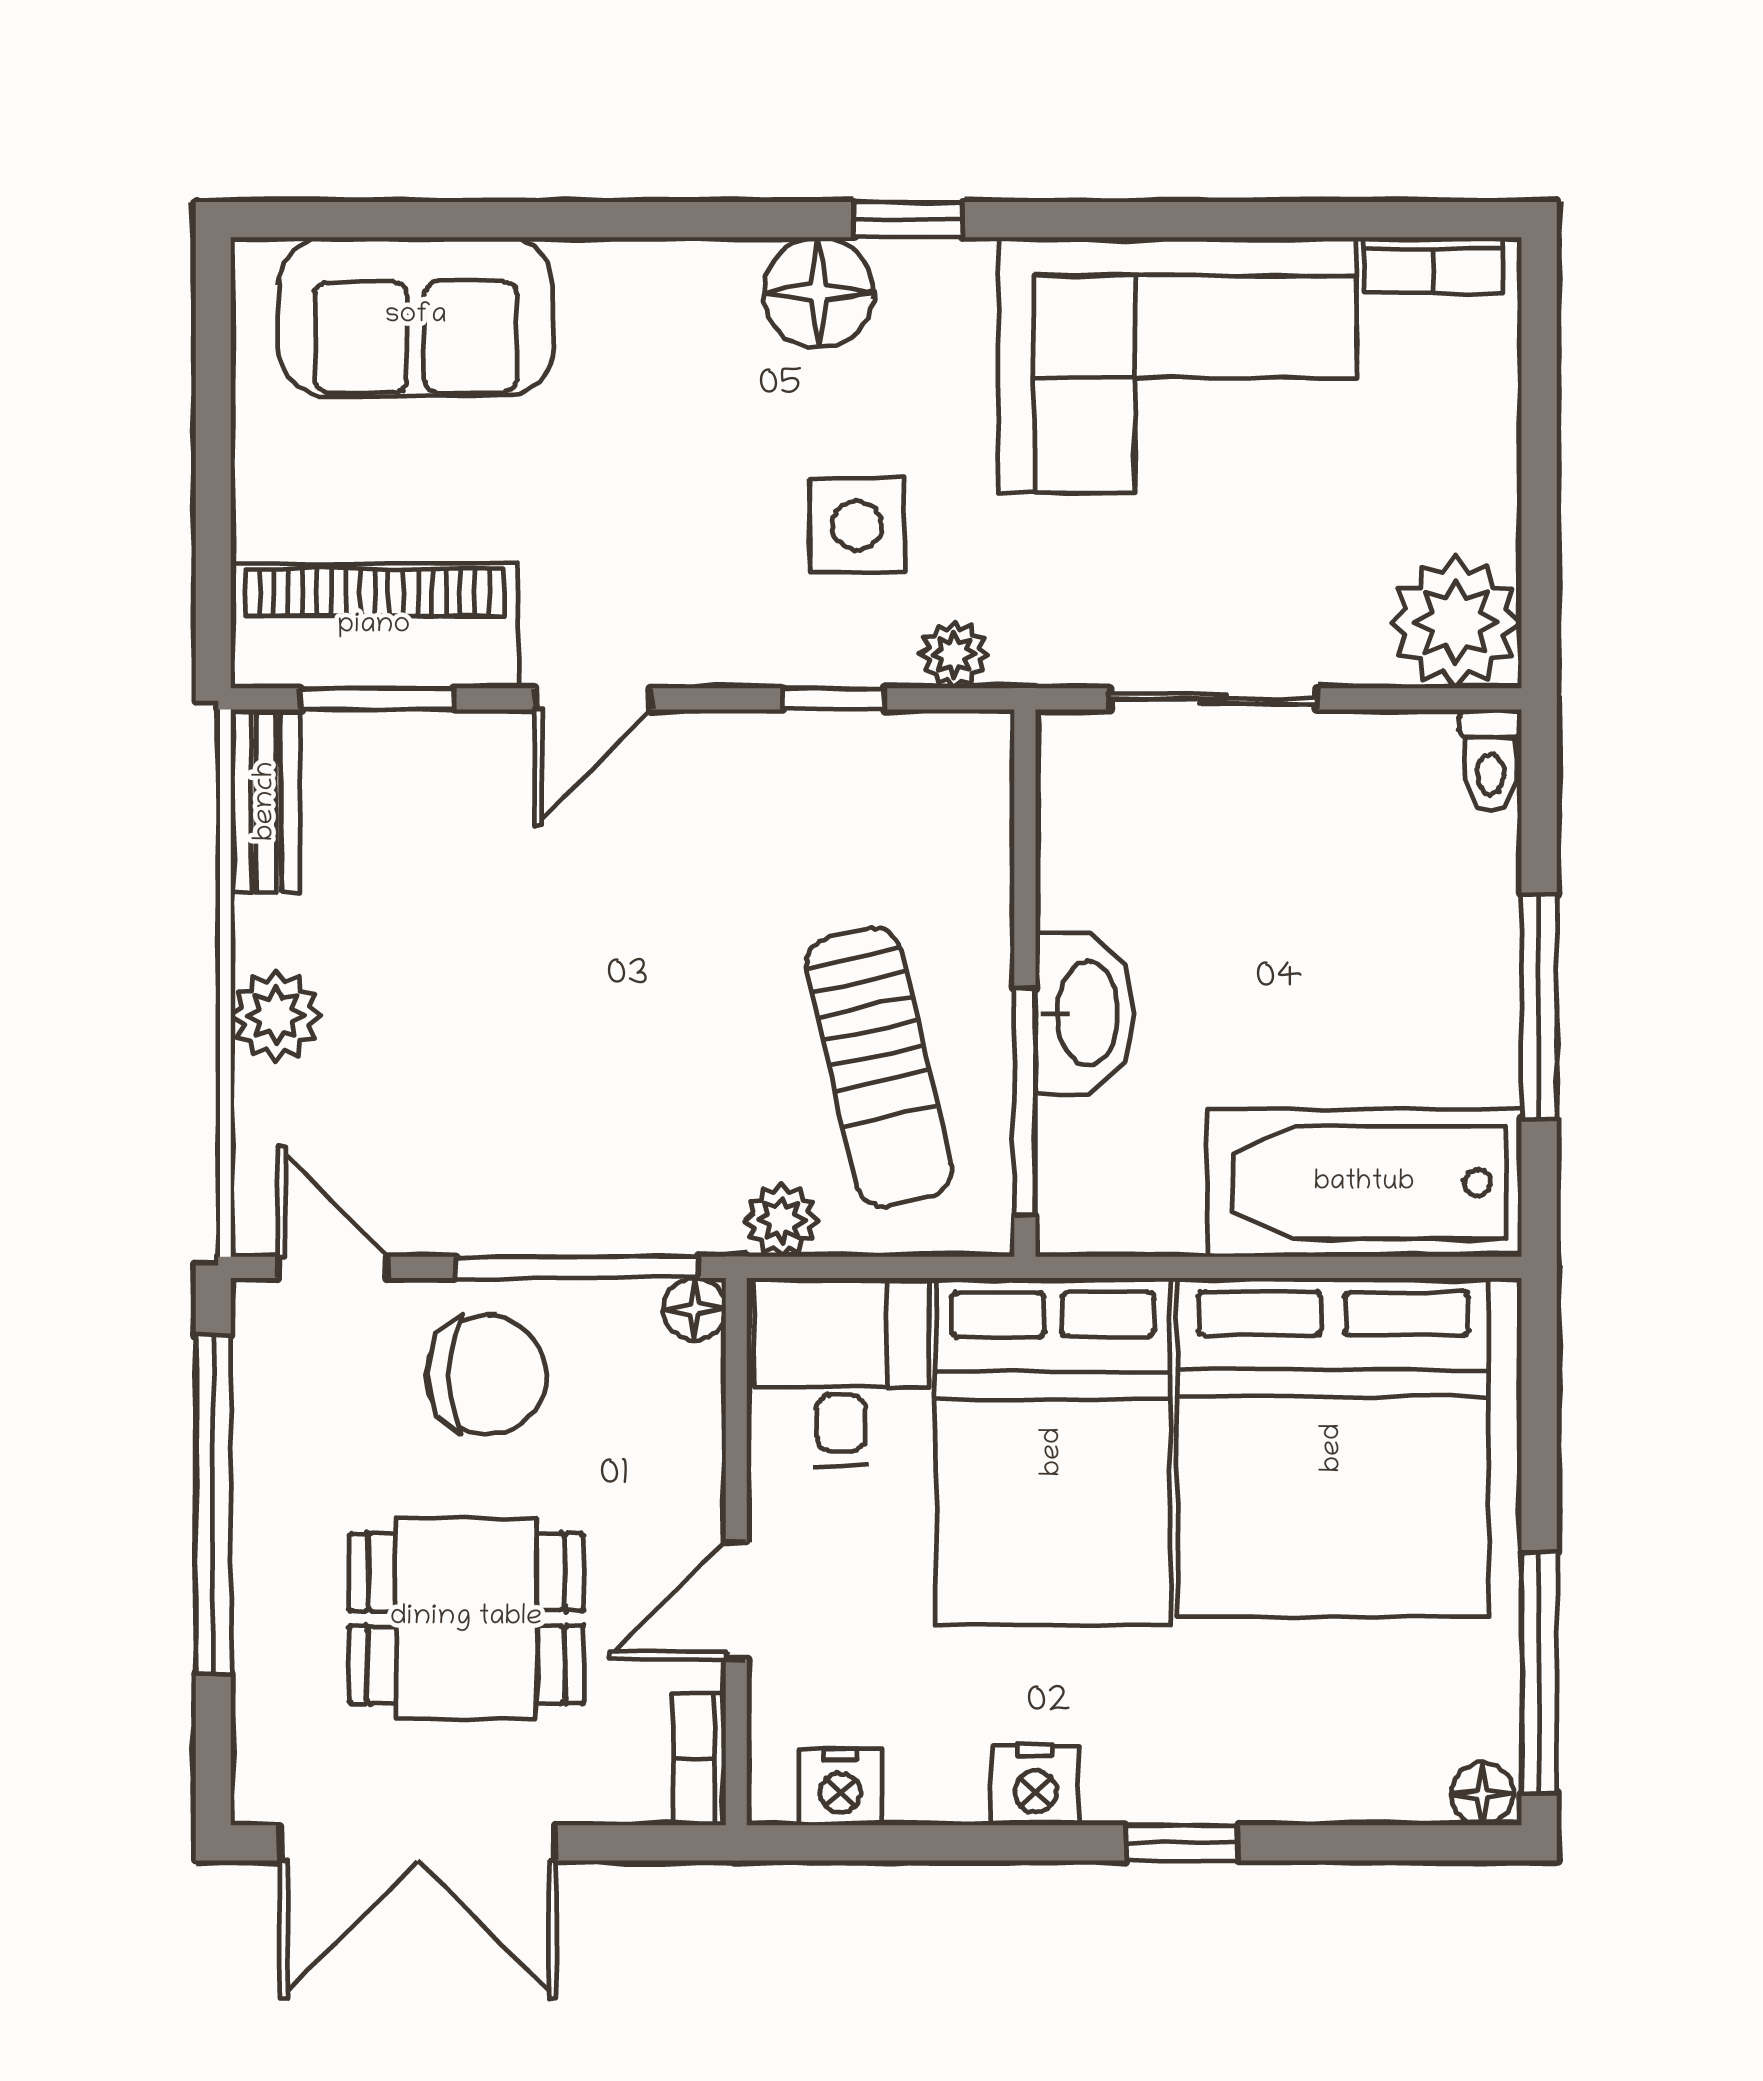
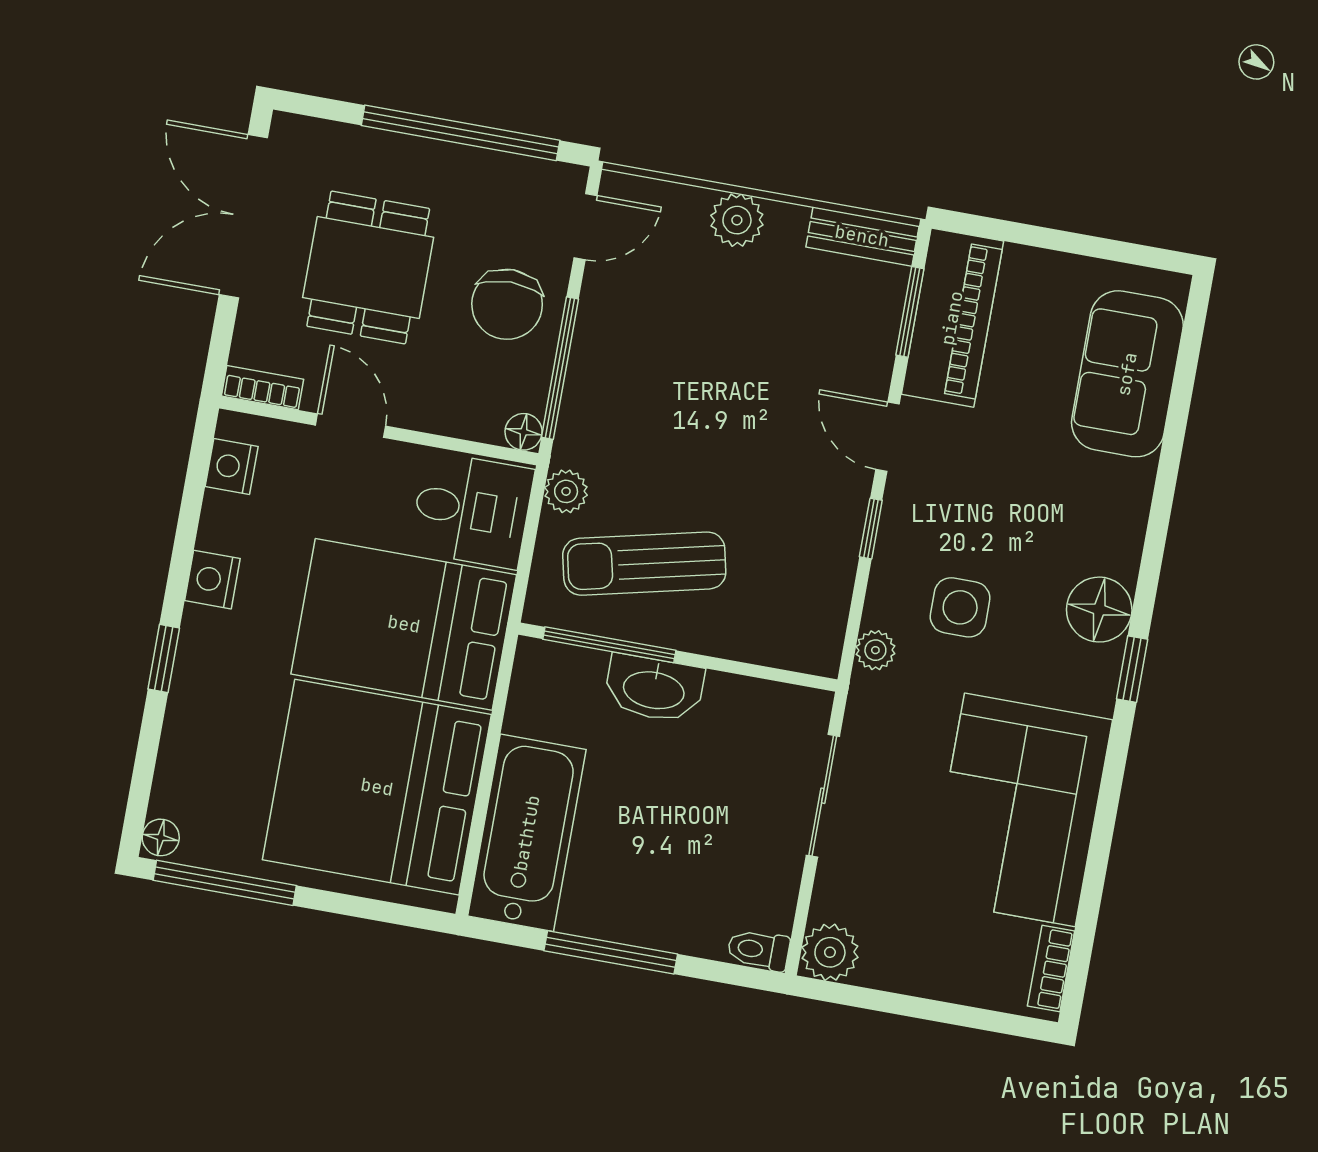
plant: (1455, 622) -> (830, 952), width x0.73, depth x0.73
window: (834, 699) -> (871, 529), moved

